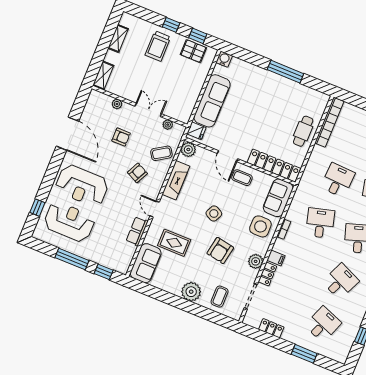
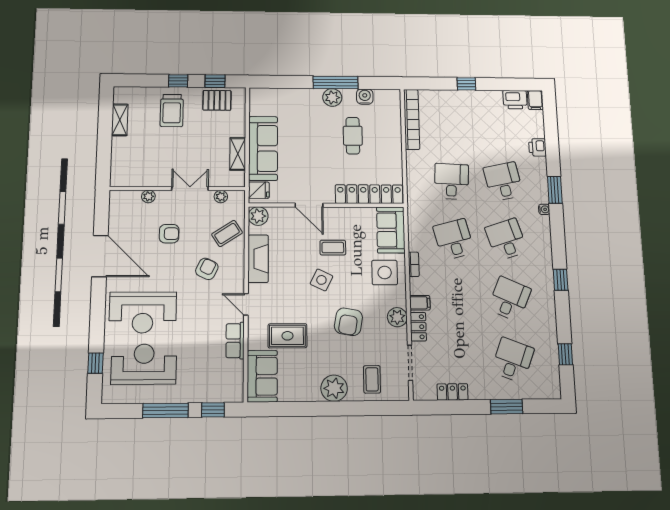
water cooler: (224, 59) -> (365, 97), moved
shelving: (103, 75) -> (238, 154), moved
plant: (278, 82) -> (332, 97), added
cafe table: (303, 131) -> (353, 136), moved
coffee table: (242, 178) -> (333, 248), moved

